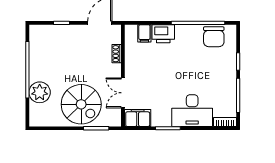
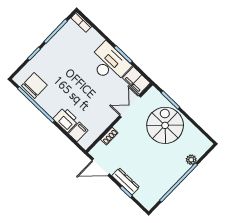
dresser: (70, 31) -> (126, 181), added
plant: (40, 92) -> (191, 160), width x0.53, depth x0.53
double door: (123, 93) -> (130, 106), swing flipped
desk: (192, 111) -> (109, 63), moved

